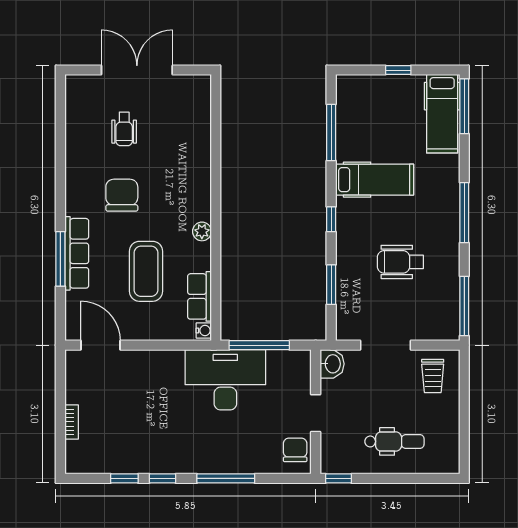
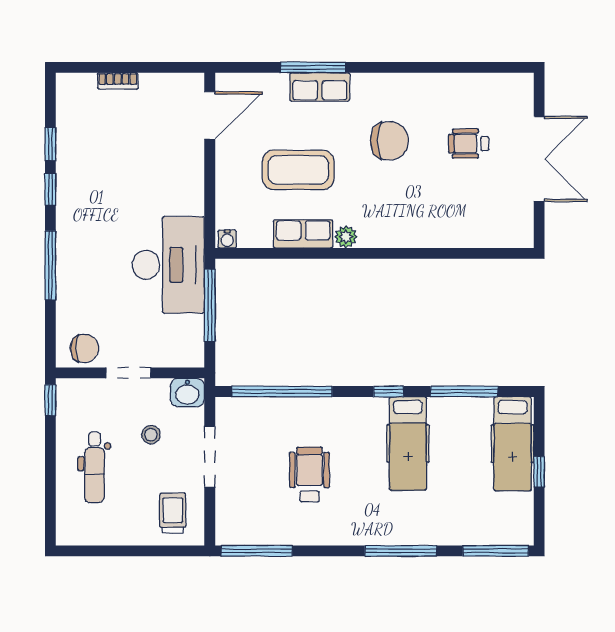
hospital bed: (442, 114) -> (513, 444), moved, turned -90
window: (464, 213) -> (401, 551), moved
window: (331, 219) -> (388, 391), moved
row of seats: (77, 253) -> (320, 87), width x0.68
window: (331, 285) -> (282, 391), width x2.11
row of seats: (199, 296) -> (303, 234), moved
trolley: (433, 376) -> (173, 513), turned 90
stool: (367, 394) -> (151, 435), added

